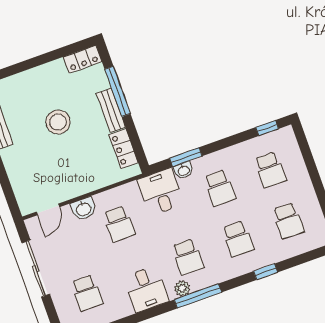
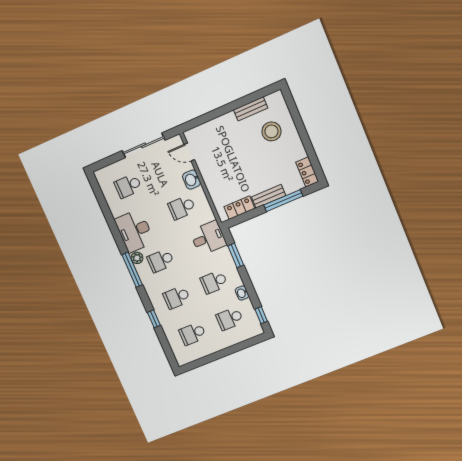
stool: (58, 122) -> (271, 131), moved
washbasin: (184, 170) -> (242, 293), moved
desk: (146, 289) -> (135, 231), width x1.37

